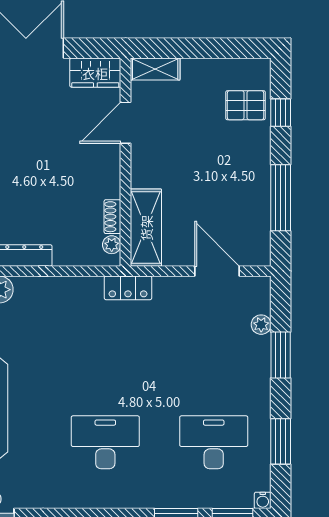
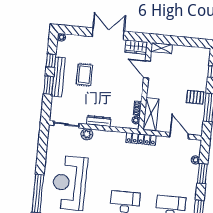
pallet: (245, 105) -> (195, 97), moved
door: (126, 123) -> (147, 69), hinge flipped
locker: (128, 288) -> (141, 139), width x1.53

